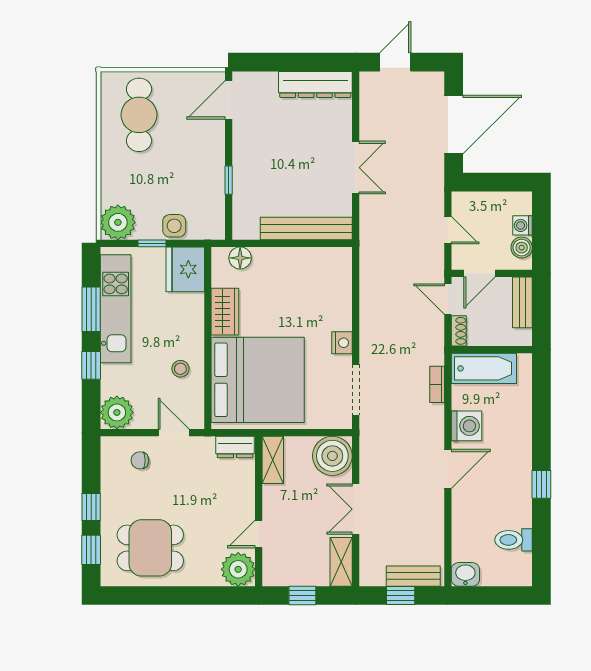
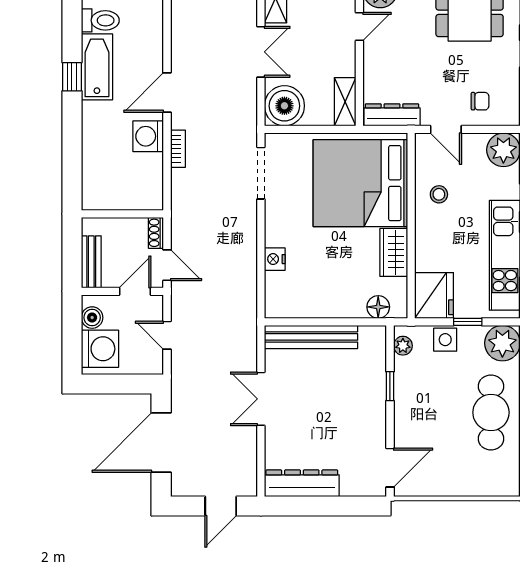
cafe table: (139, 115) -> (491, 412), moved
plant: (216, 220) -> (403, 346), added
washing machine: (523, 225) -> (100, 349), width x1.89, depth x1.89
nightstand: (342, 343) -> (275, 259), moved
bathtub: (484, 368) -> (97, 67), moved, turned 90
bookcase: (437, 384) -> (178, 149), moved
dresser: (235, 447) -> (392, 115), width x1.44

